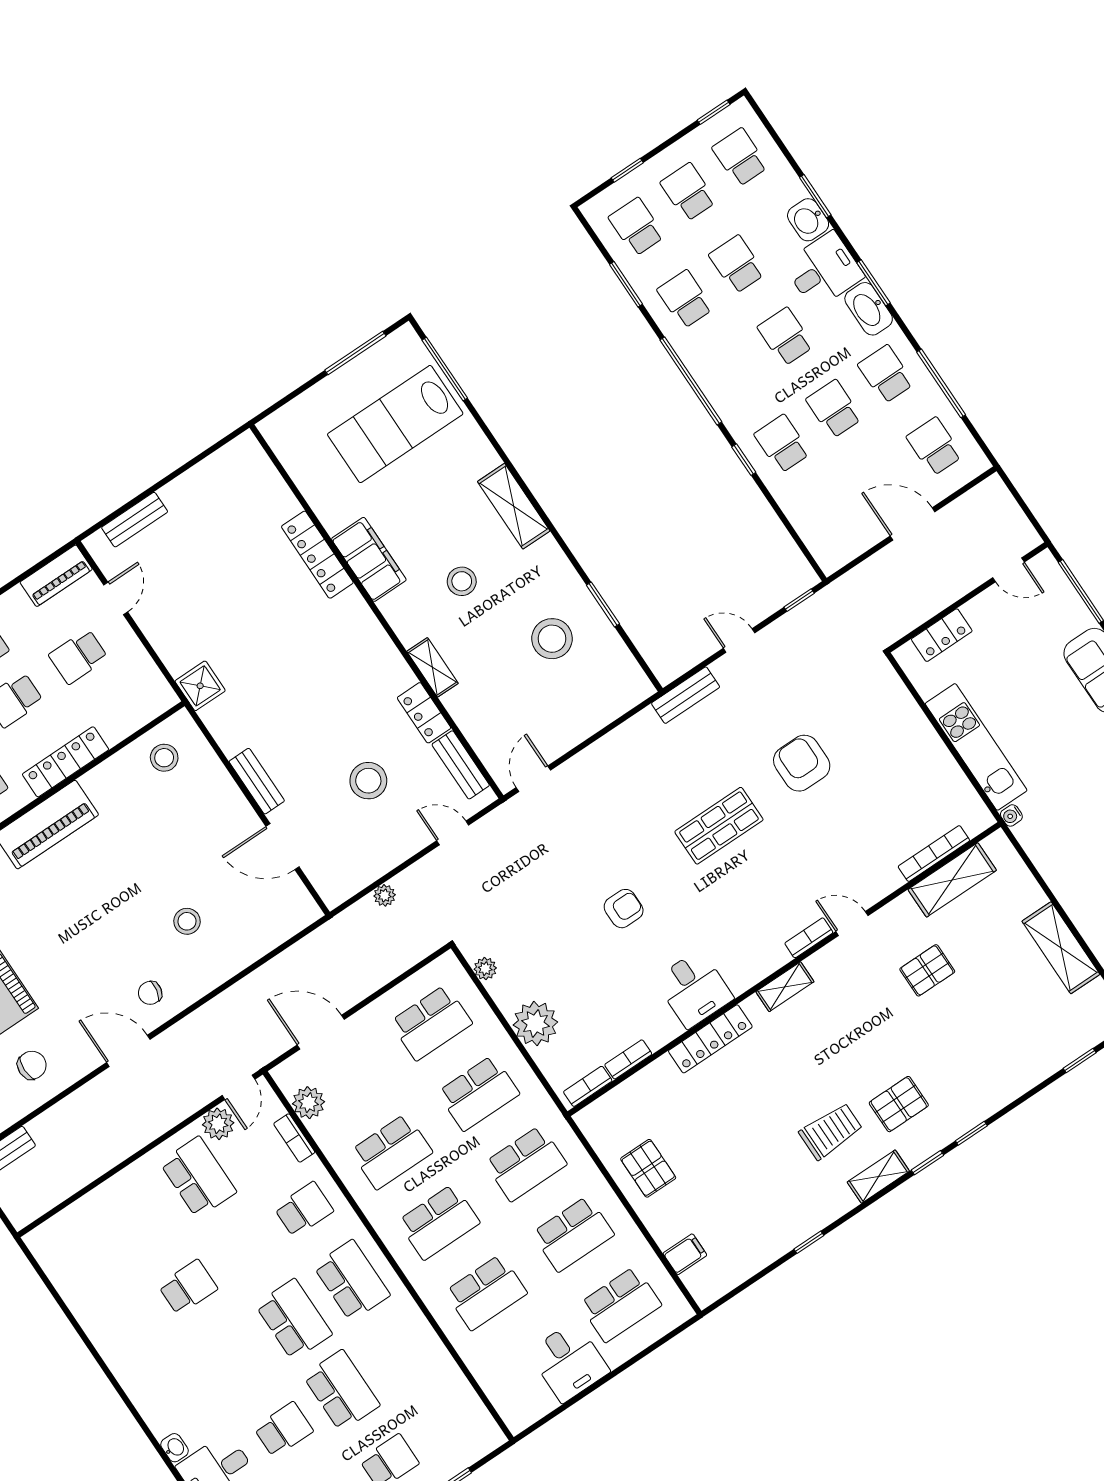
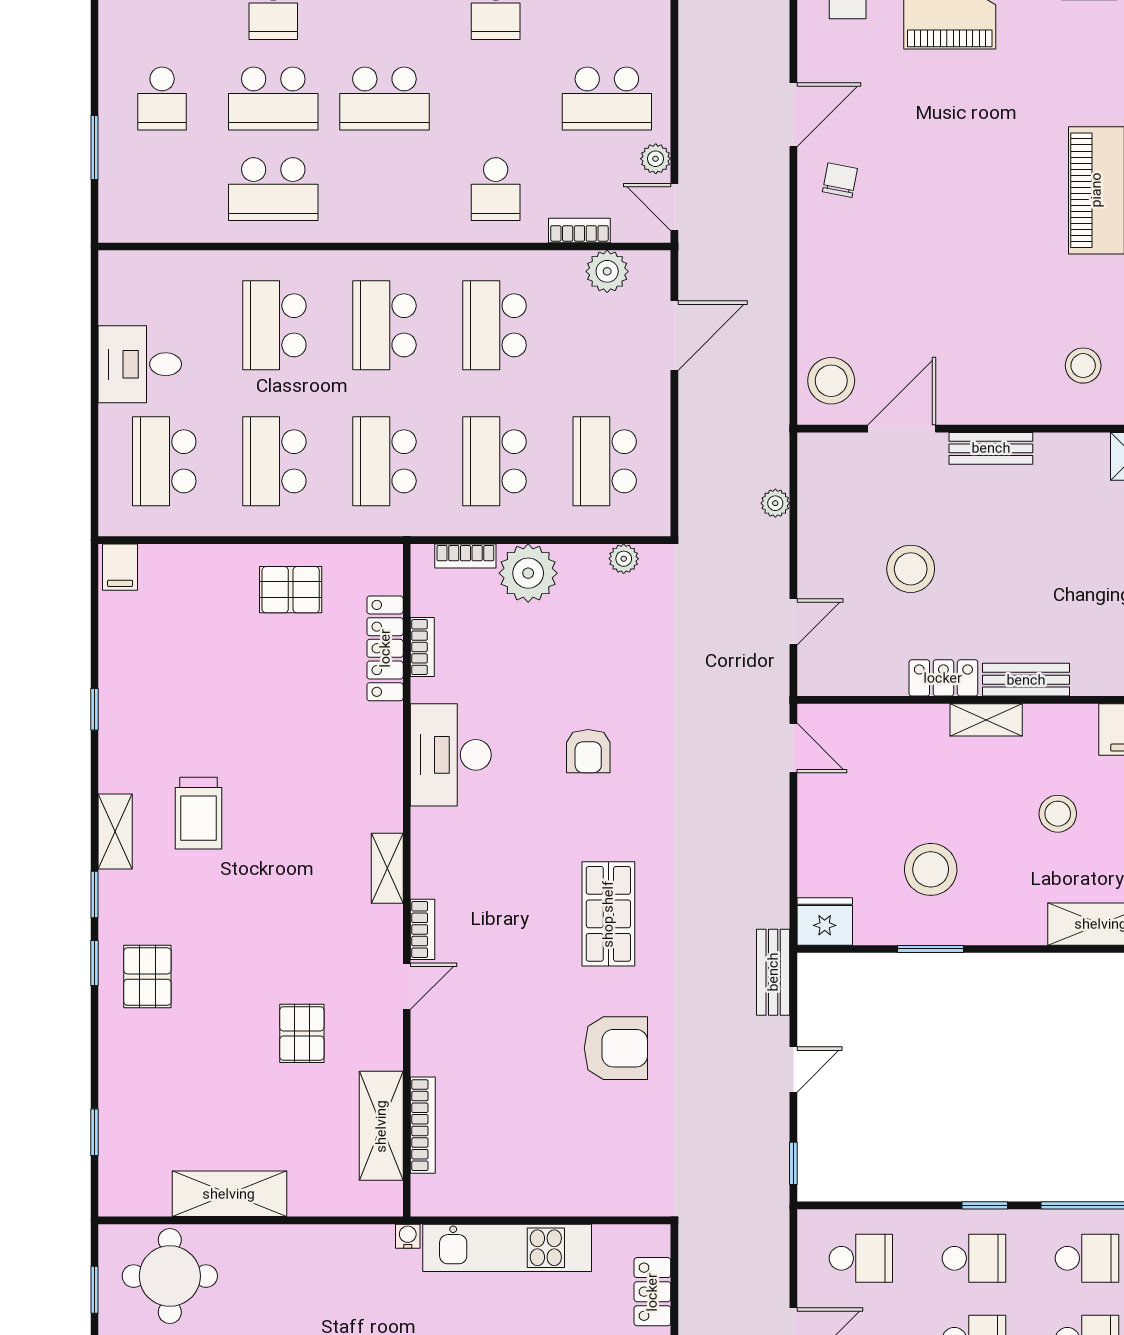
school desk: (734, 372) -> (1087, 1258), added
school desk: (831, 516) -> (861, 1258), added
fridge: (631, 684) -> (825, 921), added
bench: (461, 765) -> (1026, 680), moved
stool: (187, 921) -> (831, 381), moved, width x1.38, depth x1.38
desk: (694, 989) -> (451, 755), width x1.37
locker: (710, 1039) -> (385, 648), moved
bookcase: (588, 1086) -> (465, 556), moved, turned 90
pallet: (899, 1104) -> (147, 977), moved
plant: (218, 1124) -> (656, 159), width x0.73, depth x0.73
filing cabinet: (685, 1254) -> (120, 567), moved
school desk: (352, 1280) -> (273, 189), moved

